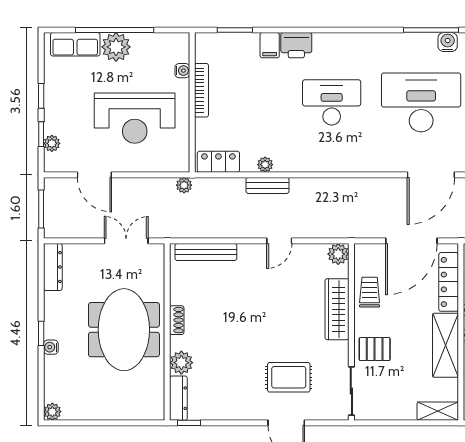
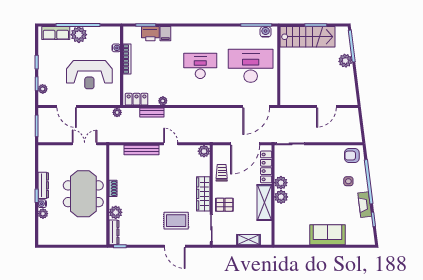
printer: (296, 45) -> (150, 34), moved
bench: (268, 185) -> (152, 113), moved
door: (279, 241) -> (171, 144), swing flipped
bench: (206, 252) -> (141, 150), moved
dresser: (53, 267) -> (43, 185), moved
wardrobe: (337, 309) -> (203, 194), moved
shelving: (438, 411) -> (248, 240), moved
plant: (52, 412) -> (43, 214), moved

